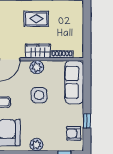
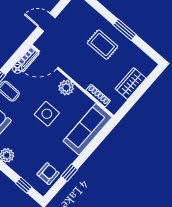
wardrobe: (38, 51) -> (131, 84), moved, turned -90
armchair: (74, 133) -> (48, 174), turned 90

